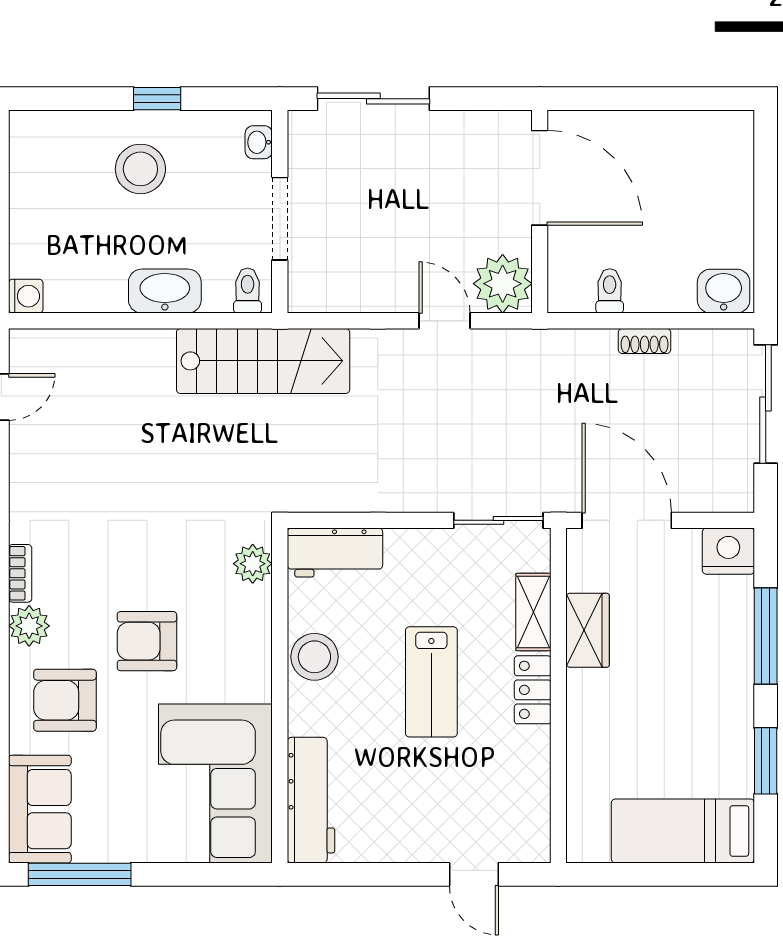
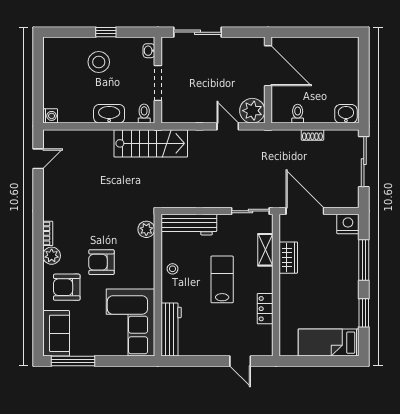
workbench: (335, 553) -> (189, 225), width x1.38
stool: (314, 657) -> (173, 269), width x0.53, depth x0.53
lab bench: (431, 682) -> (222, 279), turned 180
locker: (533, 690) -> (265, 309), moved

